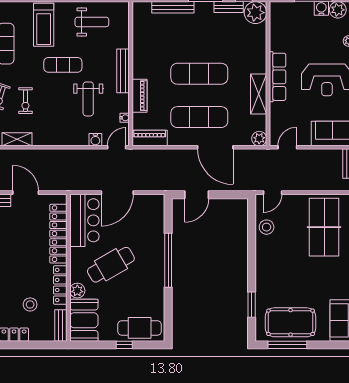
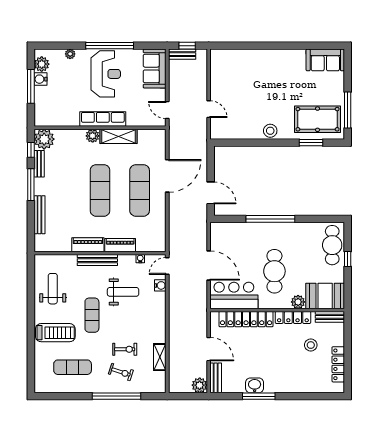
piano: (150, 138) -> (88, 245), moved, turned 90
plant: (259, 139) -> (93, 136), moved
door: (117, 147) -> (167, 266), hinge flipped
door: (26, 193) -> (209, 349), swing flipped
door: (273, 193) -> (209, 109), moved
stool: (267, 227) -> (270, 131), moved
table tennis table: (324, 227) -> (240, 77), removed
cafe table: (111, 265) -> (274, 271), turned 30
pool table: (291, 322) -> (318, 119), moved, turned 90

